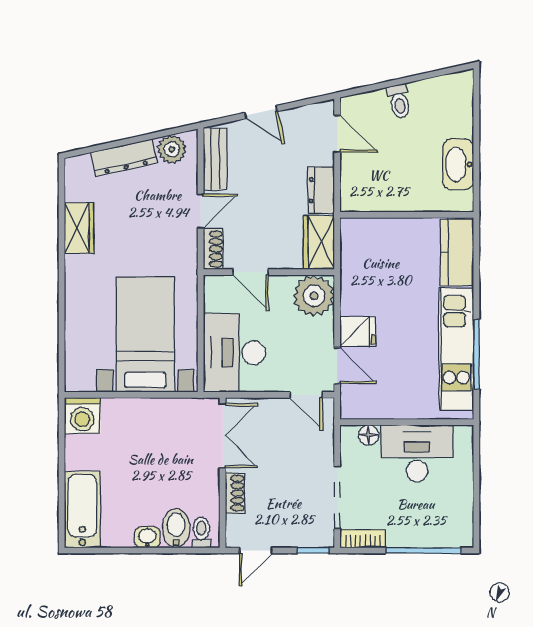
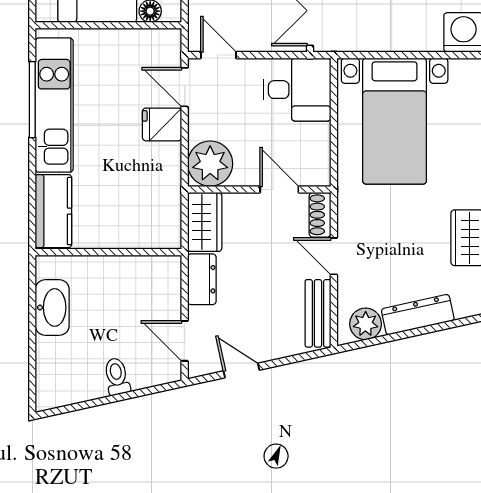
door: (261, 112) -> (241, 370), moved
door: (201, 211) -> (334, 256), hinge flipped
desk: (234, 353) -> (297, 90), width x0.73

